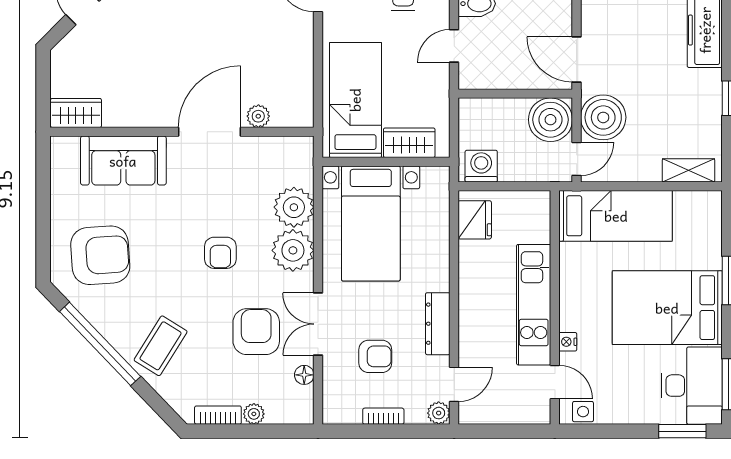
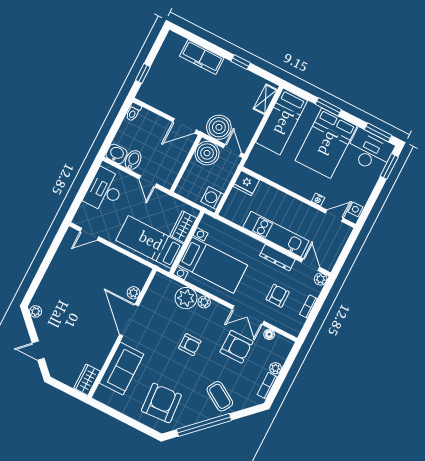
bed: (616, 216) -> (282, 122), moved, turned 180
fridge: (475, 220) -> (246, 183), moved, turned 180
plant: (293, 250) -> (204, 302), width x0.53, depth x0.53
kitchen unit: (534, 305) -> (276, 234), moved, turned 180
armchair: (256, 332) -> (237, 347), turned 180

